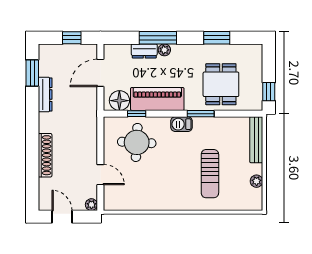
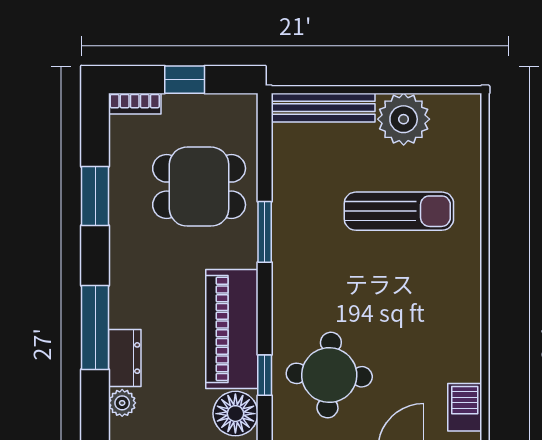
plant: (164, 50) -> (122, 403), moved
bookcase: (258, 55) -> (135, 104), added
window: (269, 92) -> (185, 80), moved
barbecue: (182, 124) -> (465, 407), moved, turned 180
plant: (257, 181) -> (404, 119), width x1.87, depth x1.87

